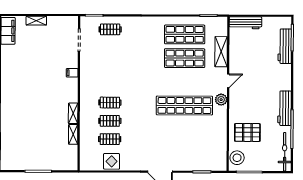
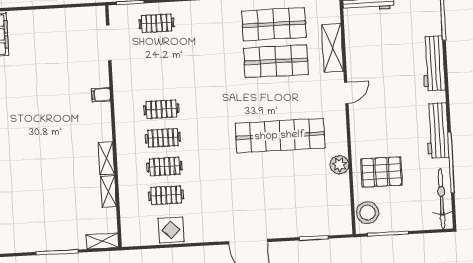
shelving: (36, 21) -> (102, 241), moved
workbench: (285, 46) -> (434, 63), moved
clothes rail: (110, 84) -> (161, 109), added
plant: (221, 100) -> (339, 165), moved

